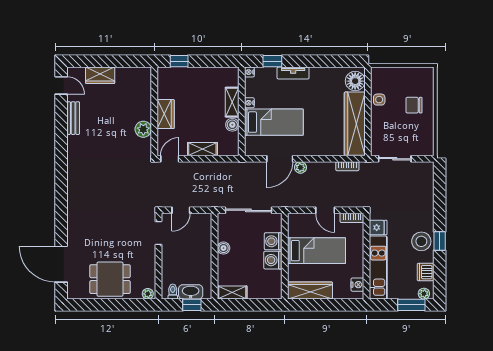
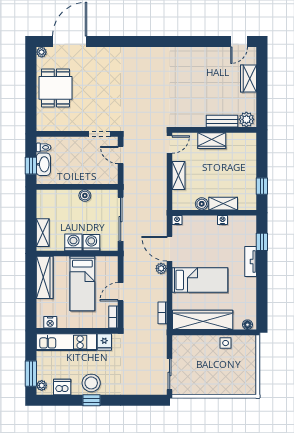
window: (179, 61) -> (262, 186), moved
nightstand: (249, 72) -> (177, 220), moved
floor lamp: (355, 81) -> (247, 325), width x0.53, depth x0.53
chair: (414, 105) -> (220, 376), removed
bench: (73, 118) -> (222, 121), moved
bed: (274, 122) -> (200, 280), moved, turned -90
plant: (143, 129) -> (246, 119), moved
door: (170, 159) -> (170, 144), hinge flipped
sliding door: (395, 159) -> (170, 374), moved
shelving: (232, 293) -> (43, 233), moved
plant: (148, 294) -> (42, 52), moved

